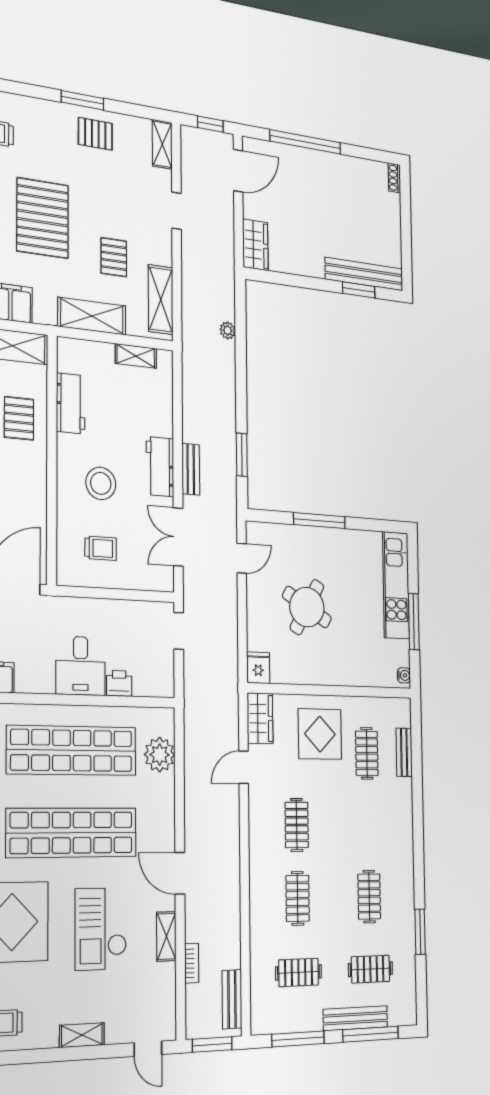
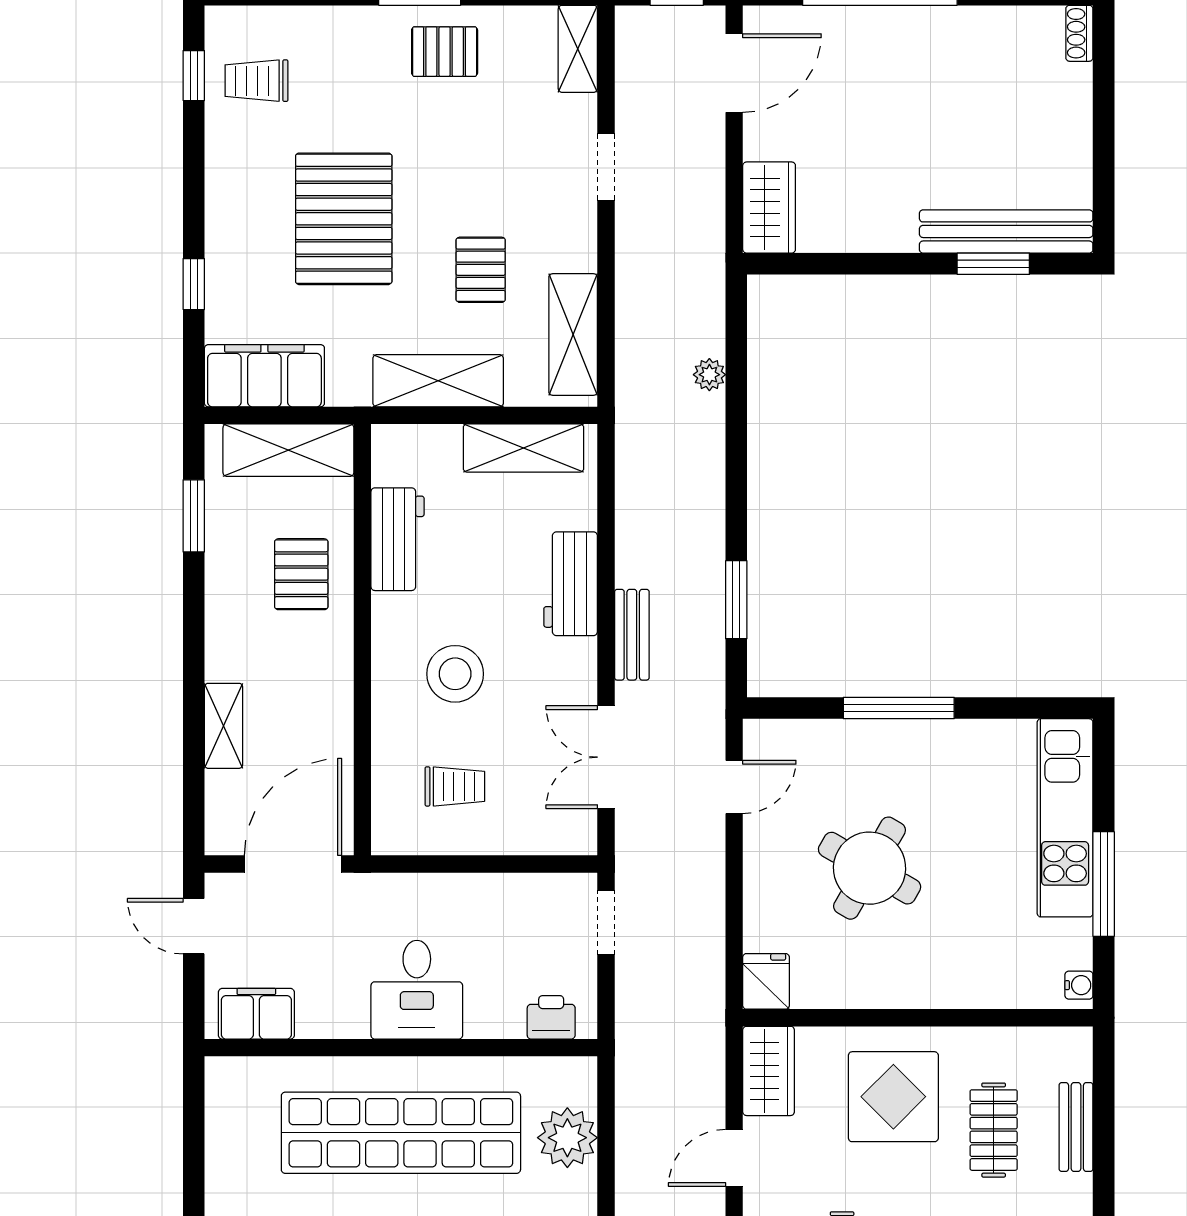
shelving: (136, 356) -> (524, 448), width x1.50, depth x1.33
workbench: (160, 467) -> (571, 584), moved
printer: (119, 683) -> (551, 1017), moved

